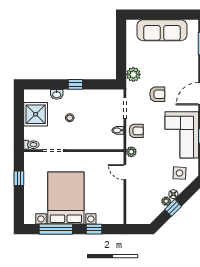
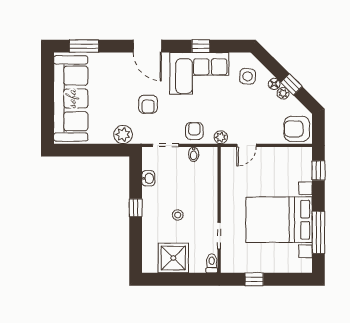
sofa: (162, 30) -> (71, 98), width x1.36, depth x1.27
washbasin: (57, 94) -> (148, 178), moved
armchair: (157, 94) -> (148, 104), turned 180
armchair: (138, 212) -> (297, 129), added
window: (94, 229) -> (318, 170), moved

